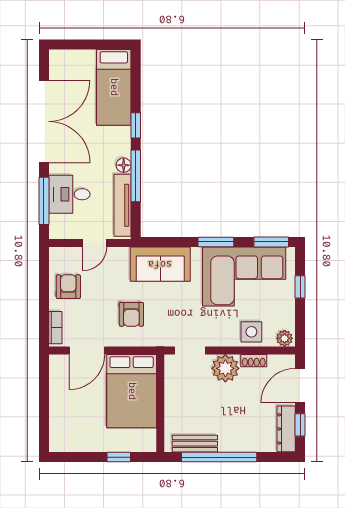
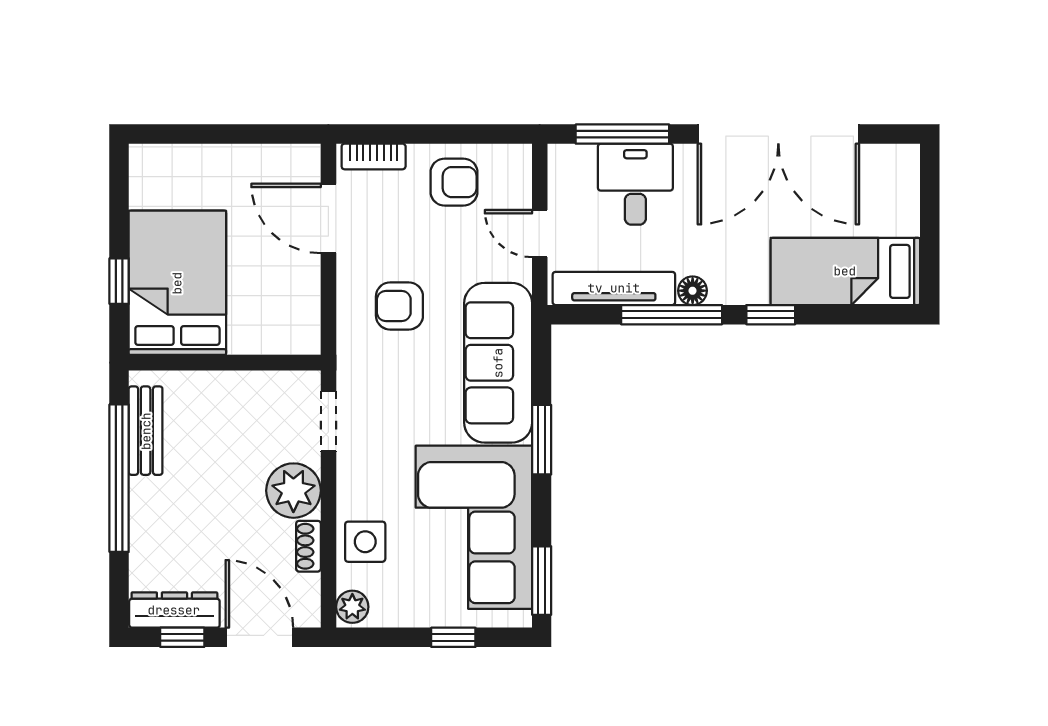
window: (216, 242) -> (542, 440), moved
sofa: (160, 264) -> (498, 363), width x1.36
bed: (132, 391) -> (177, 283), moved, turned 90

